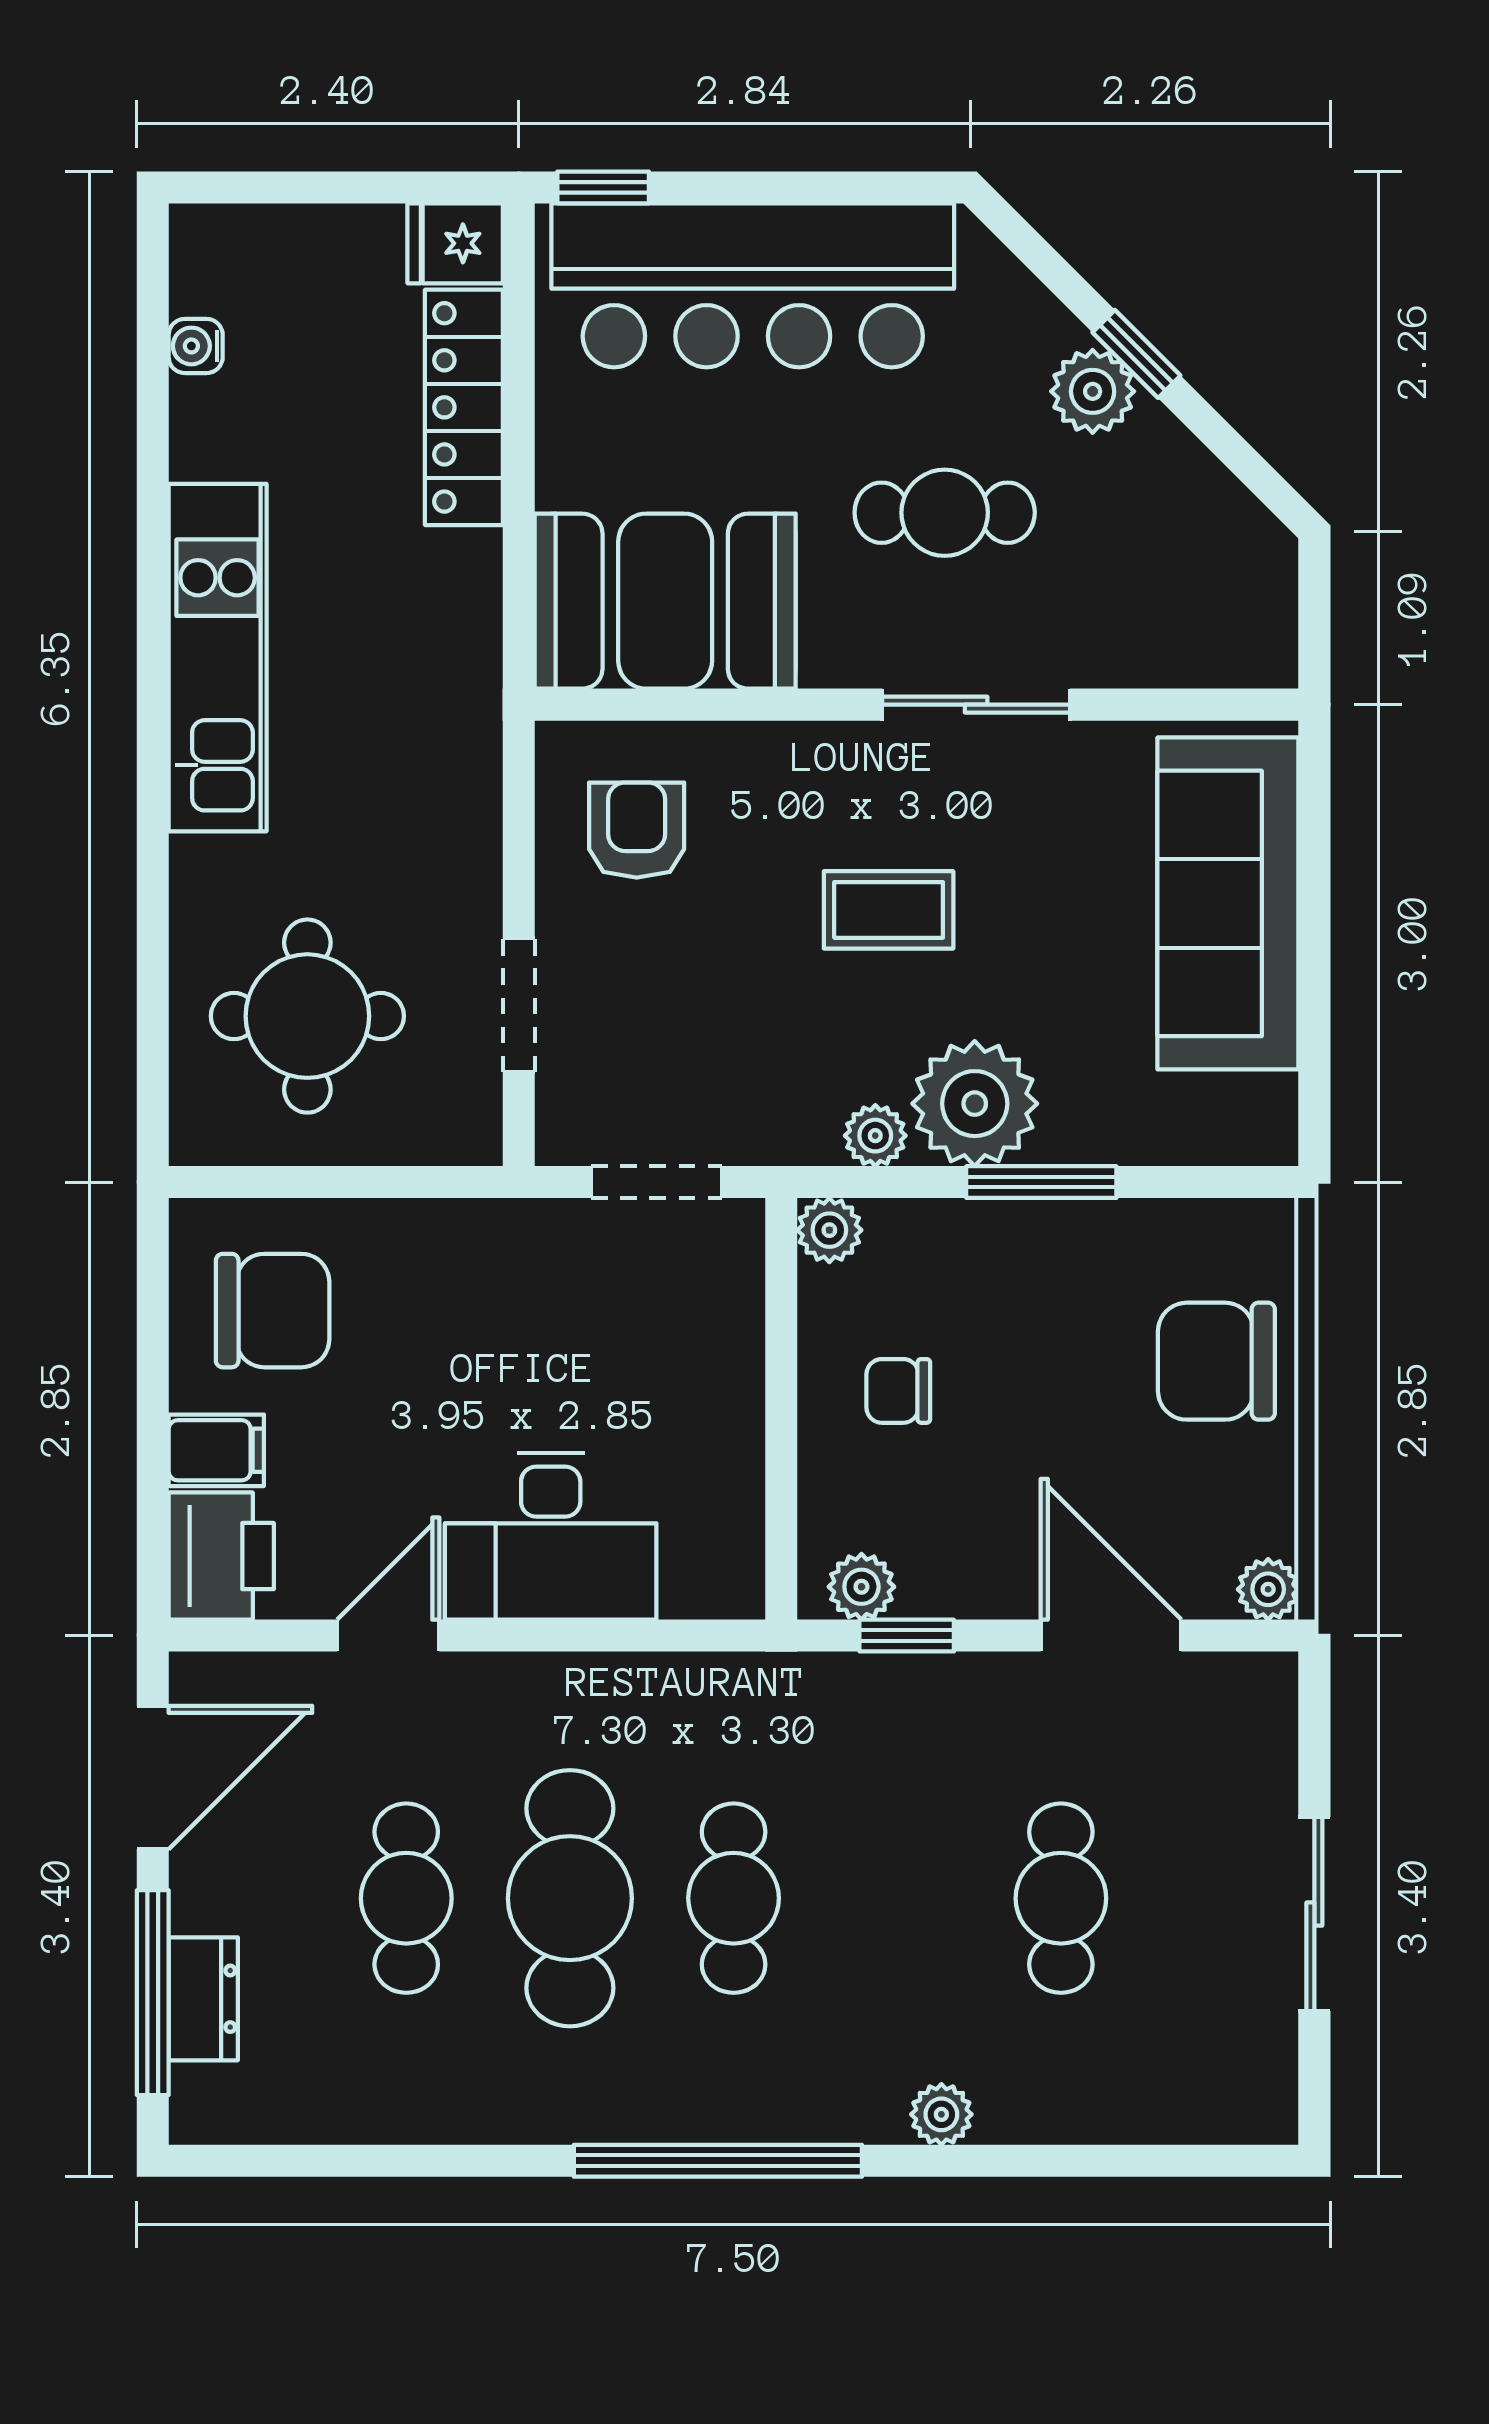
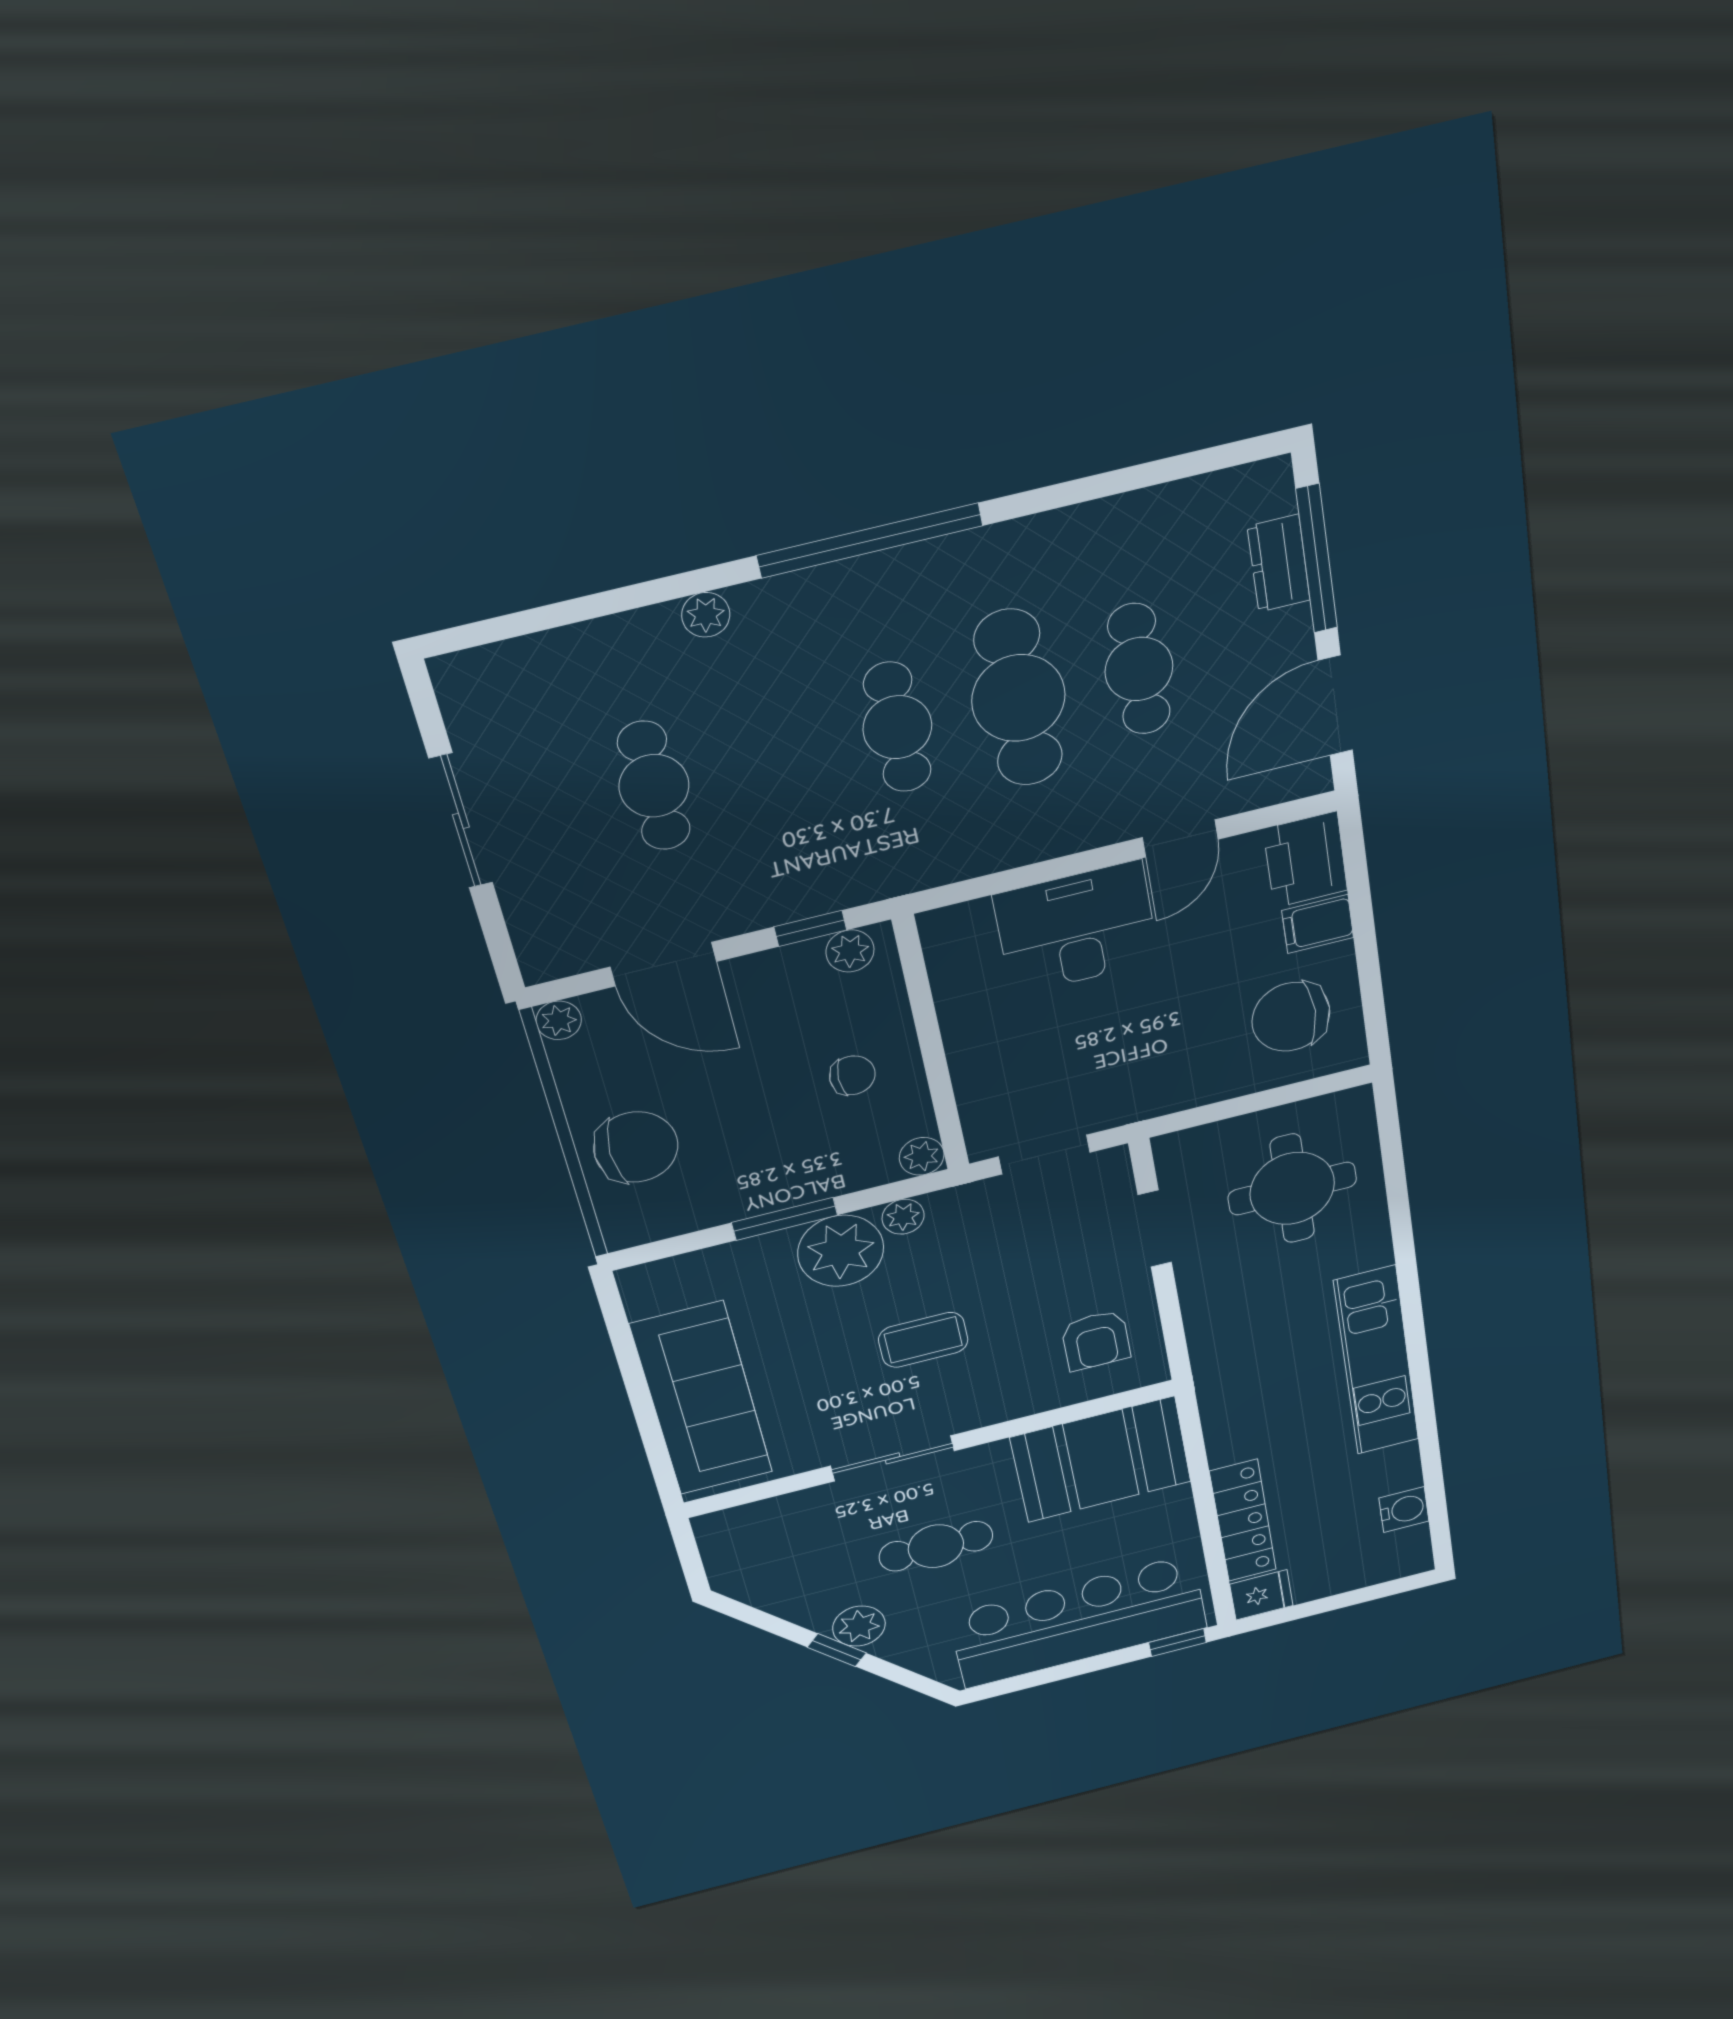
water cooler: (196, 346) -> (1404, 1510), width x1.38, depth x1.38

